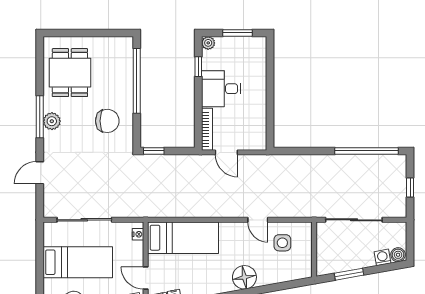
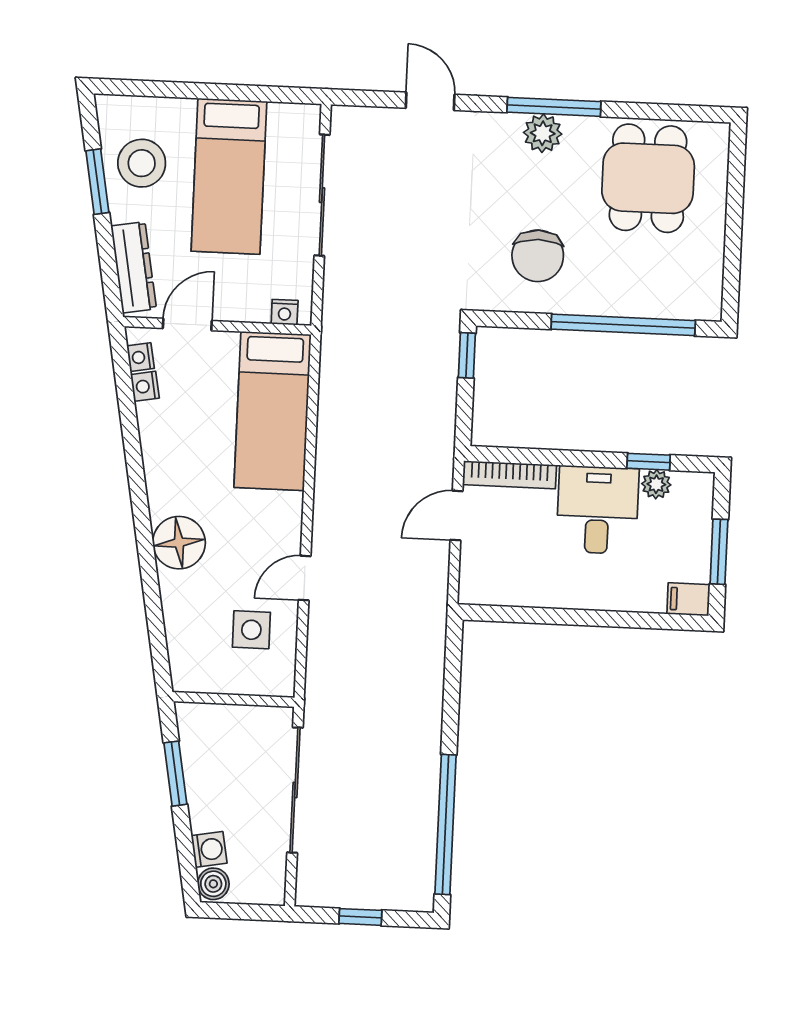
plant: (208, 43) -> (656, 484), moved
filing cabinet: (260, 46) -> (688, 599), added
dining table: (70, 73) -> (648, 178), turned 90

